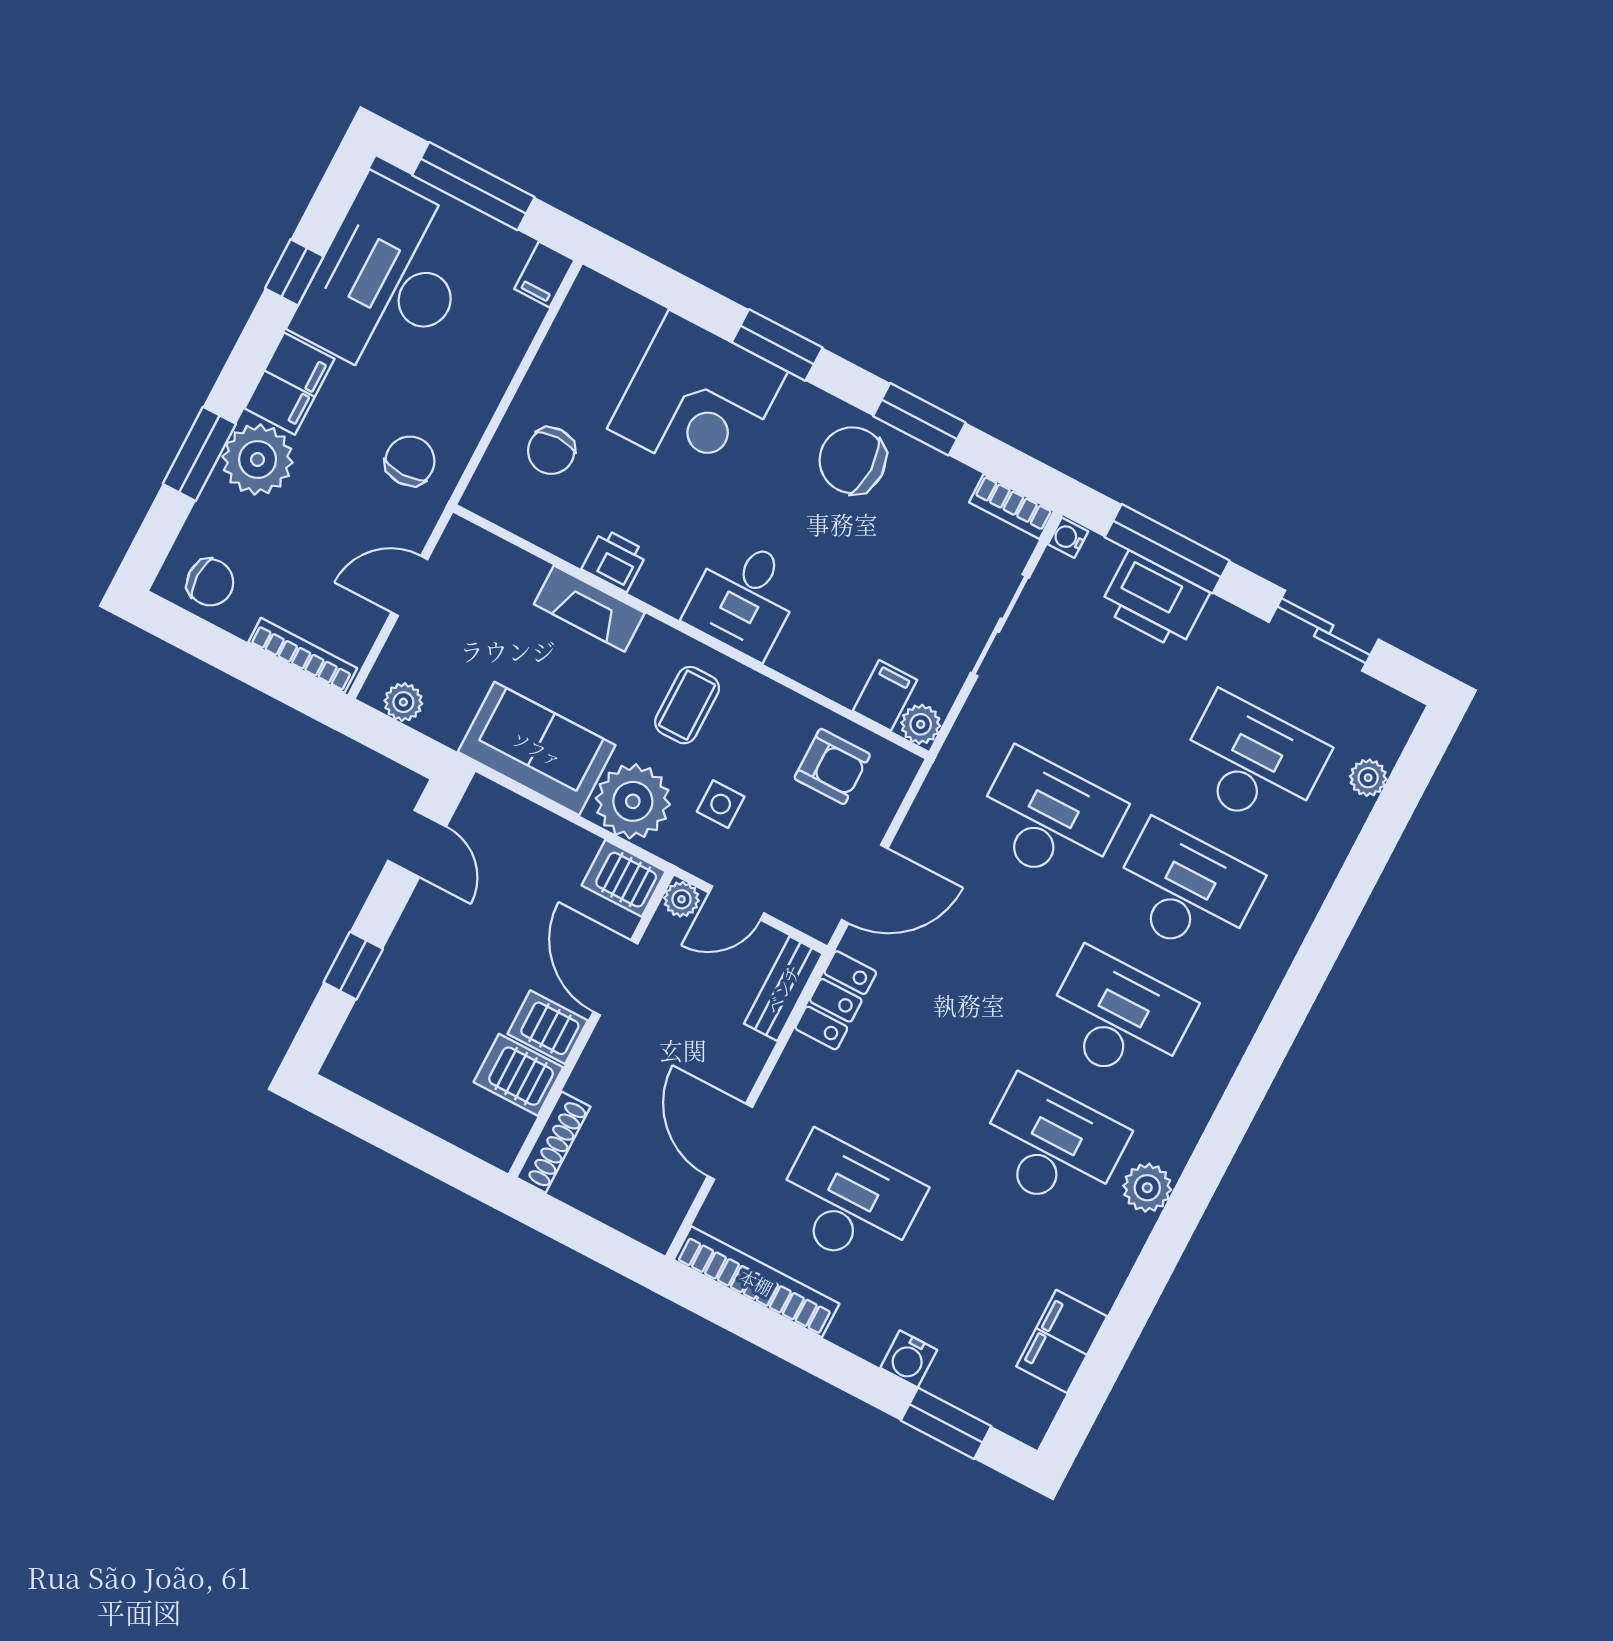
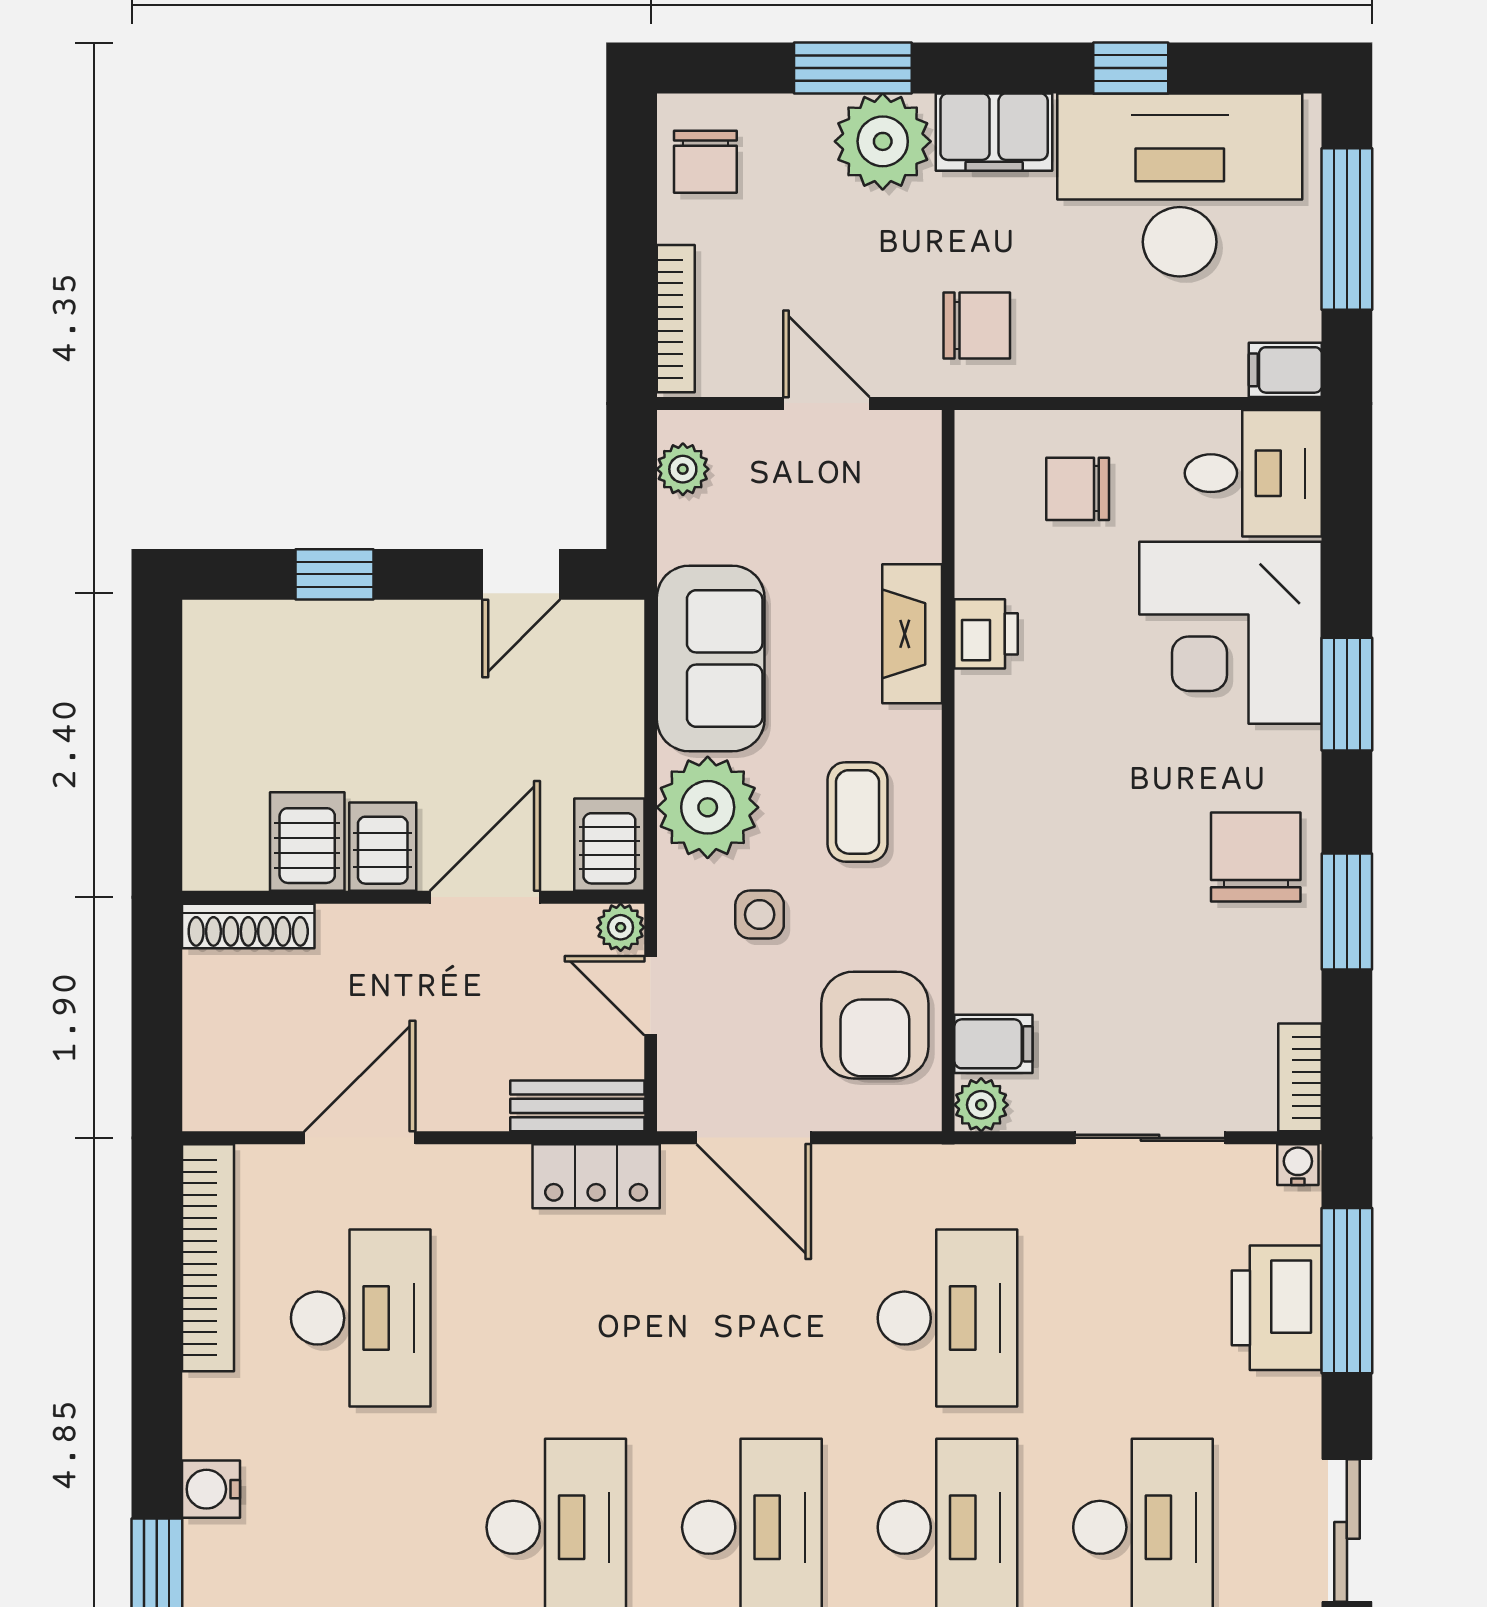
desk: (744, 597) -> (1253, 473), moved, turned 180
coffee table: (687, 705) -> (857, 812), turned 90
armchair: (832, 766) -> (875, 1025), width x1.38, depth x1.38

